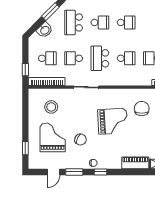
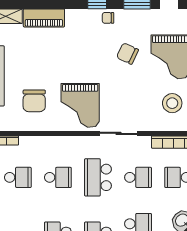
school desk: (100, 58) -> (98, 177), turned 180
school desk: (126, 58) -> (58, 177), turned 180
grand piano: (113, 121) -> (80, 105), moved, turned -87

